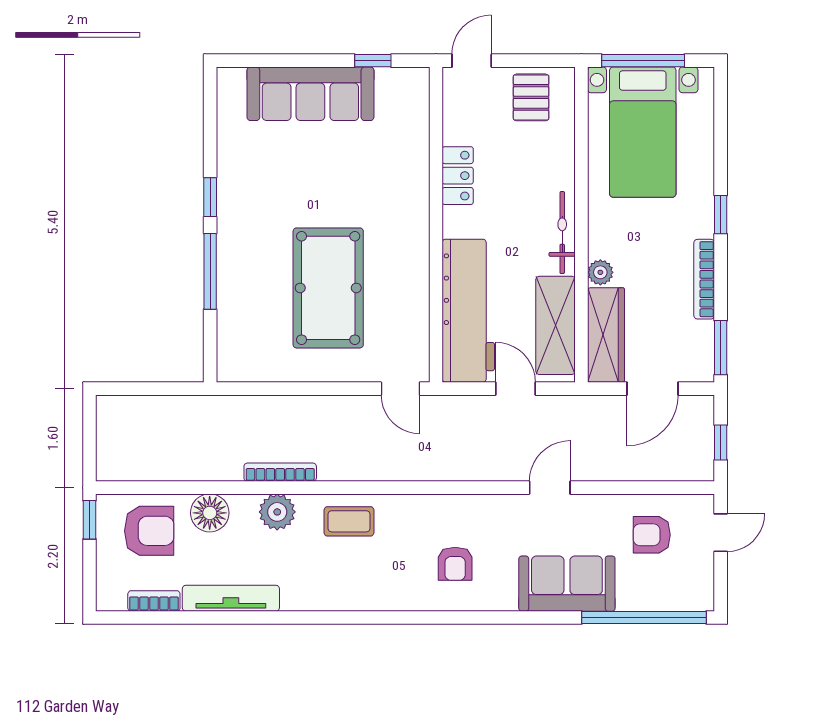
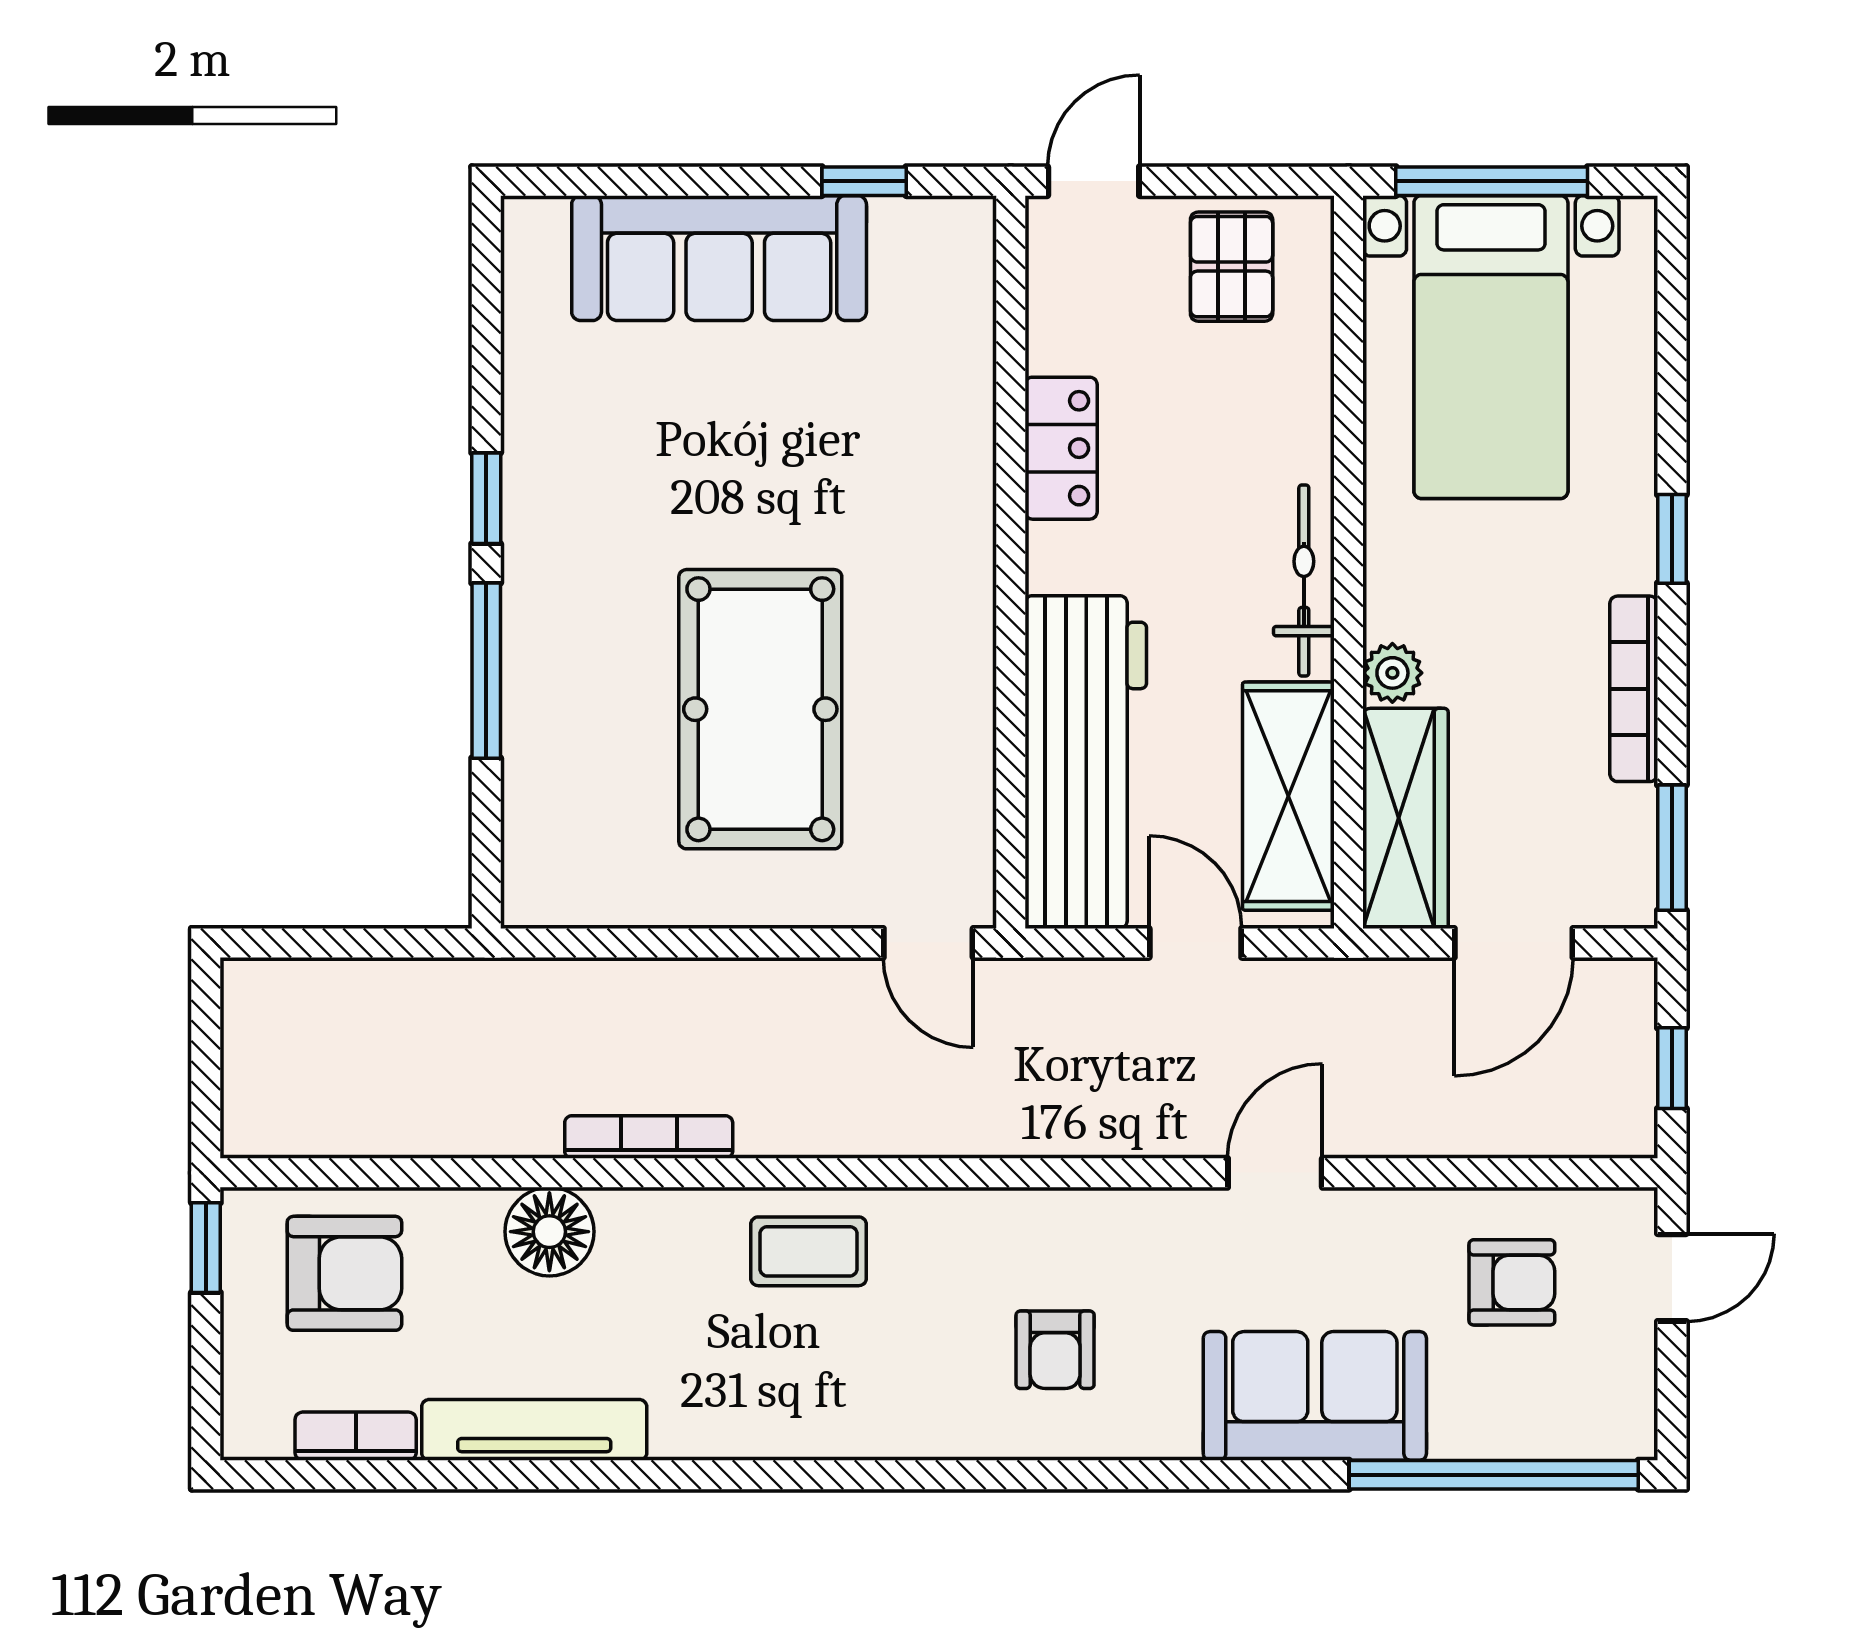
plant: (277, 512) -> (642, 1229), removed
floor lamp: (210, 513) -> (549, 1232), moved
armchair: (652, 535) -> (1512, 1282), turned 180

